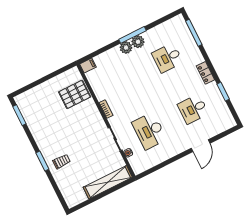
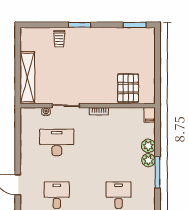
plant: (138, 42) -> (148, 146), moved
trolley: (62, 161) -> (59, 39), moved

